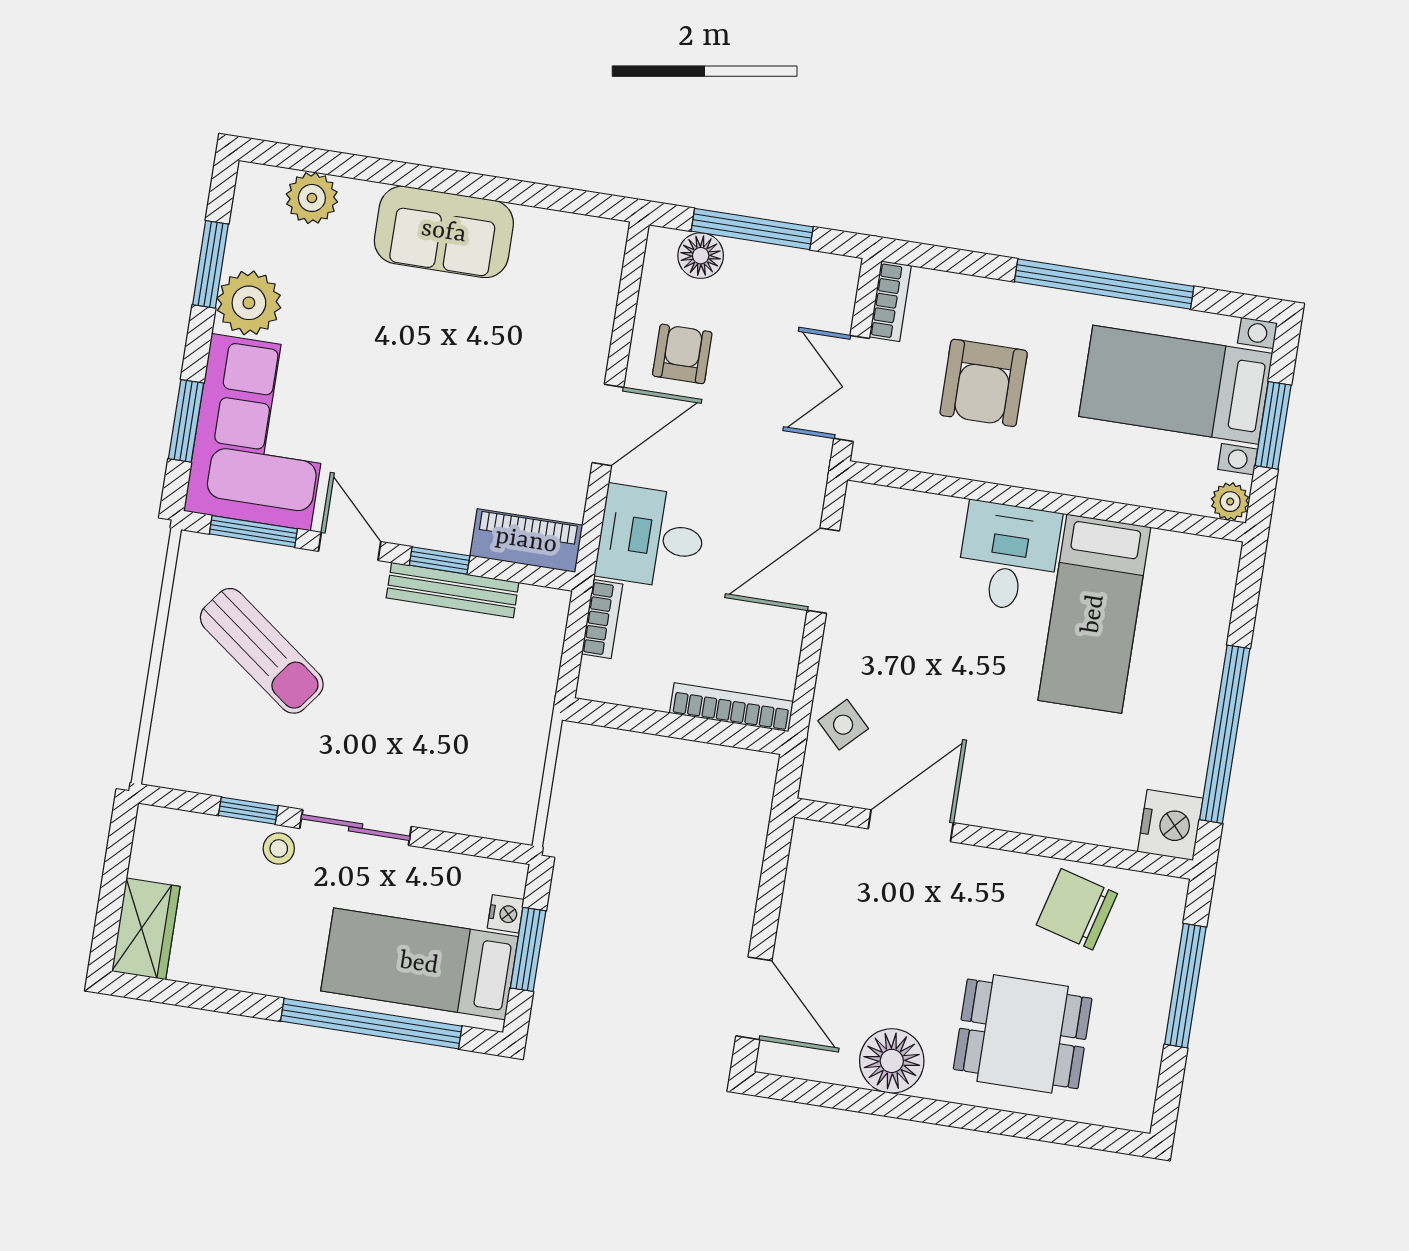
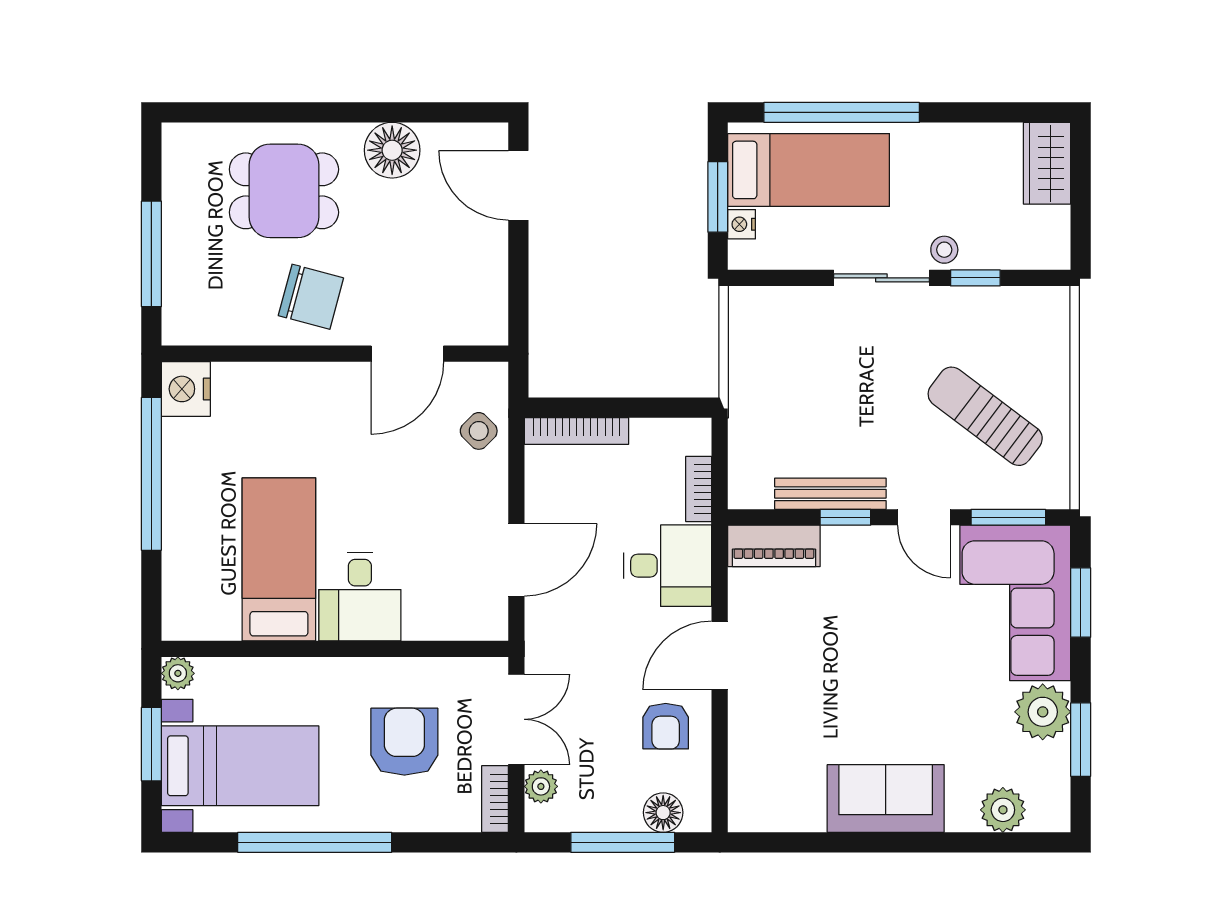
plant: (836, 307) -> (541, 786), added
chair: (1077, 909) -> (311, 297), moved

